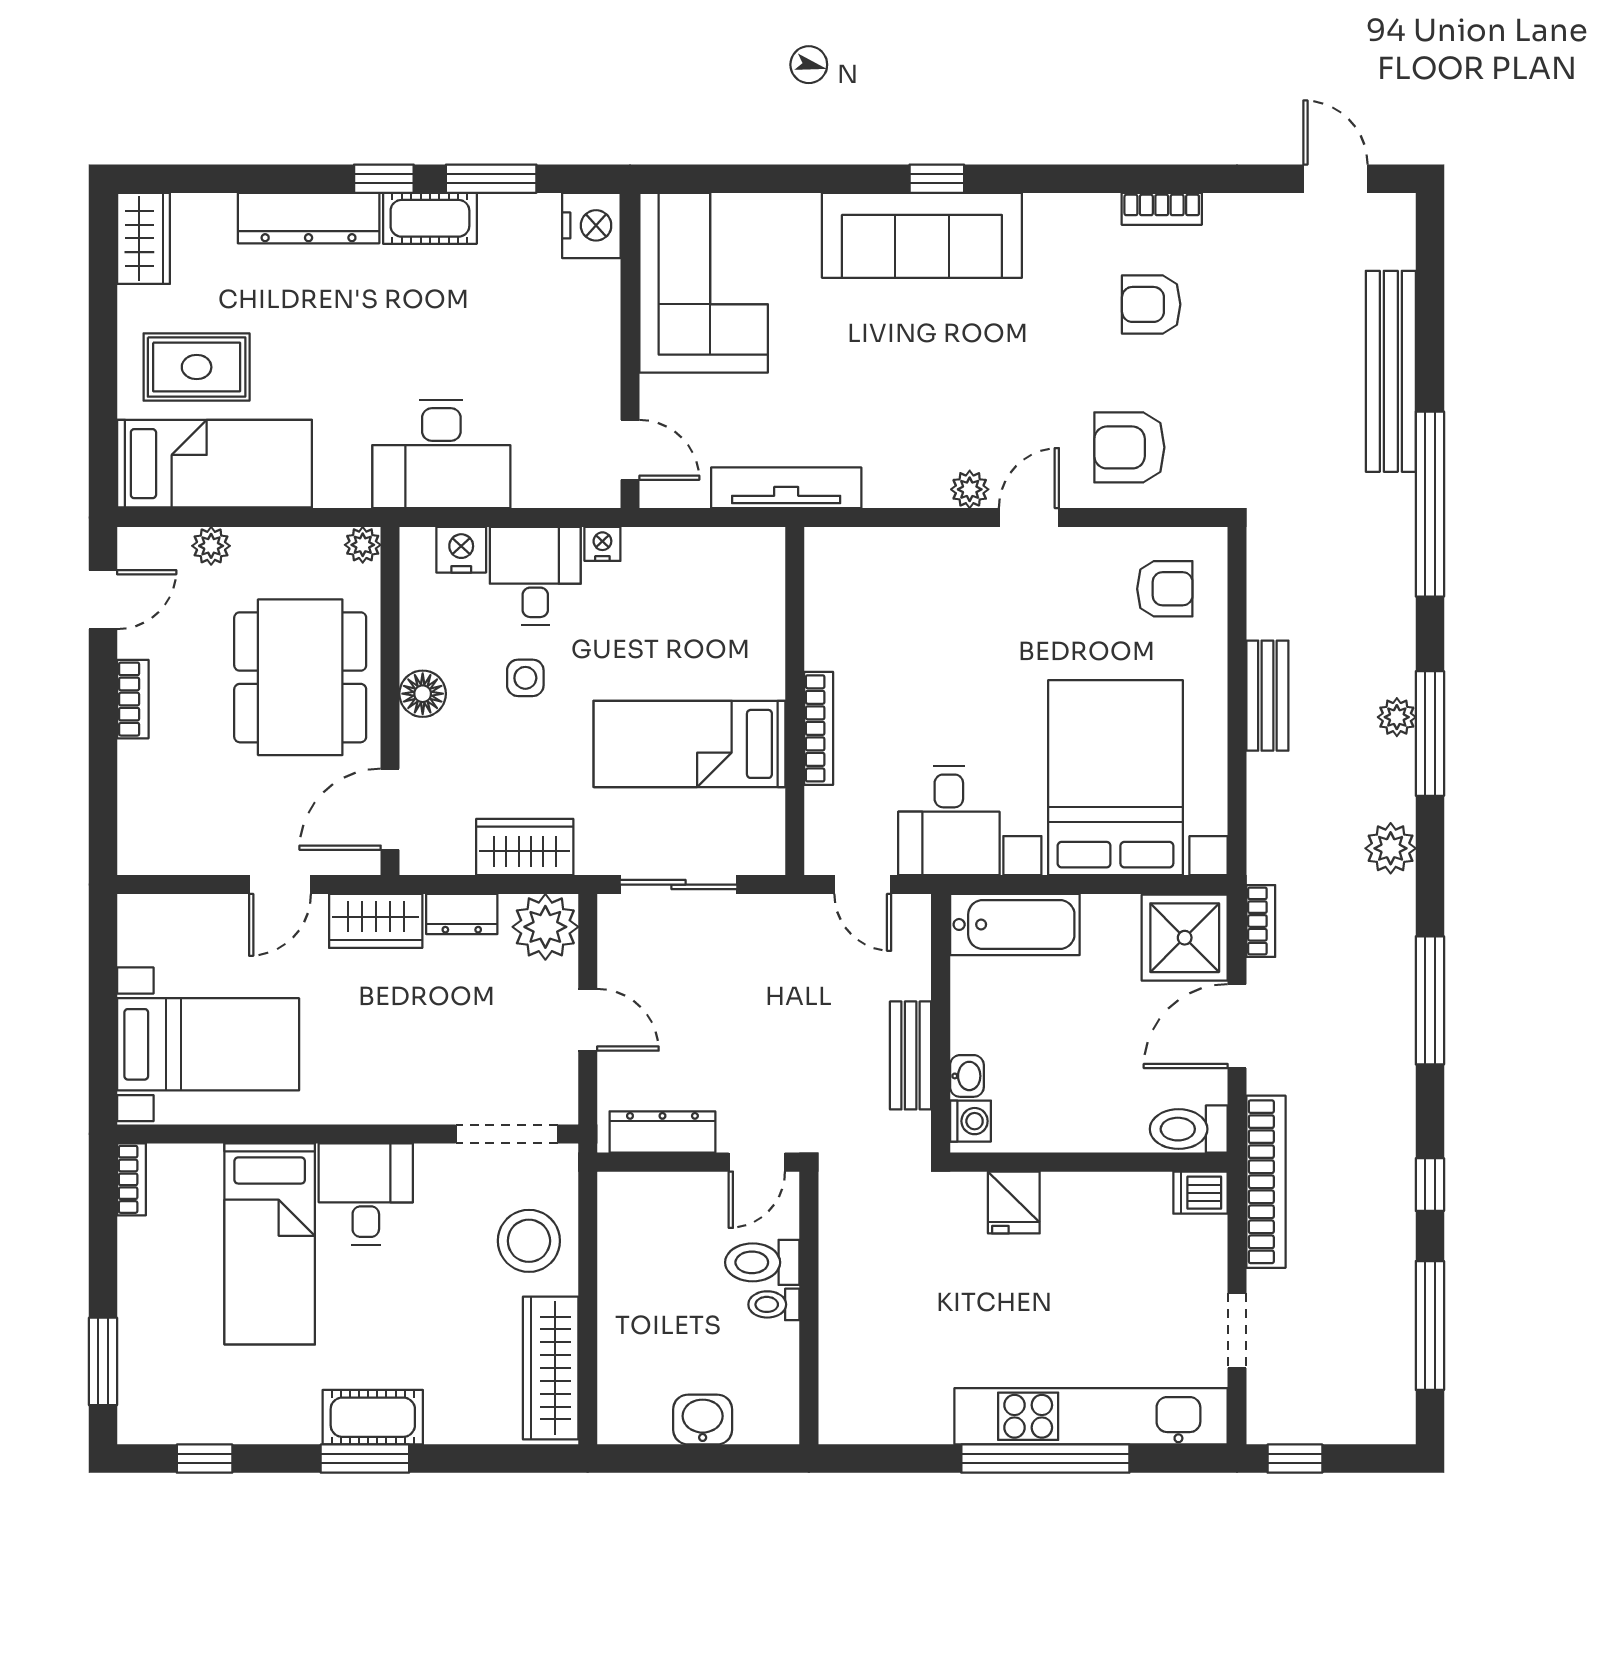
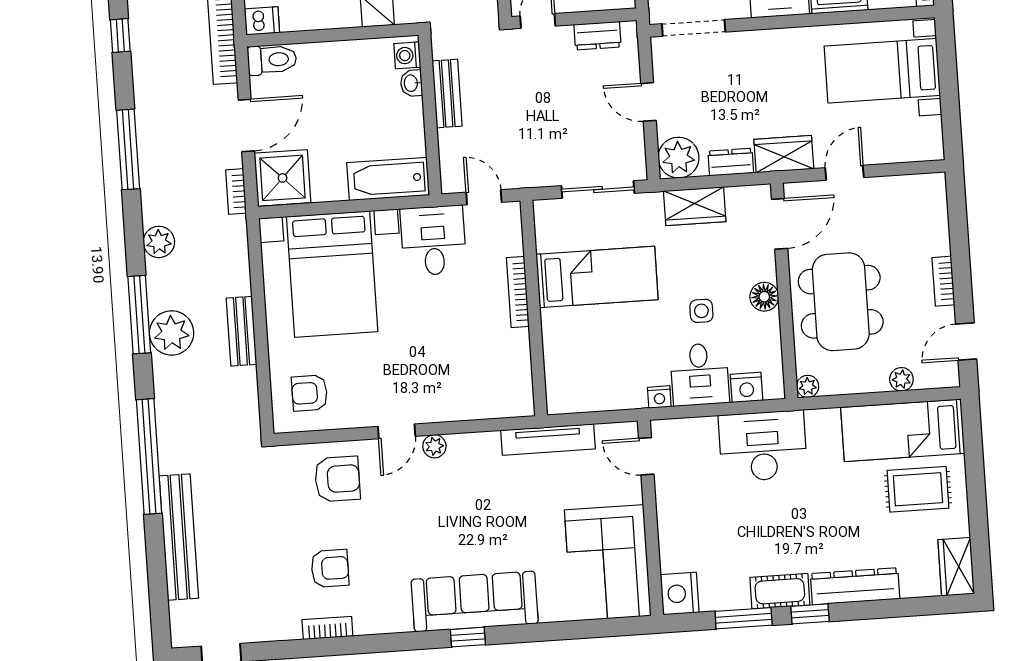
plant: (1397, 717) -> (172, 333), width x1.87, depth x1.87
dresser: (662, 1132) -> (597, 36), width x0.70

